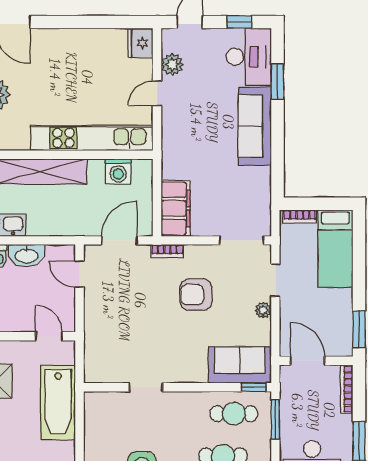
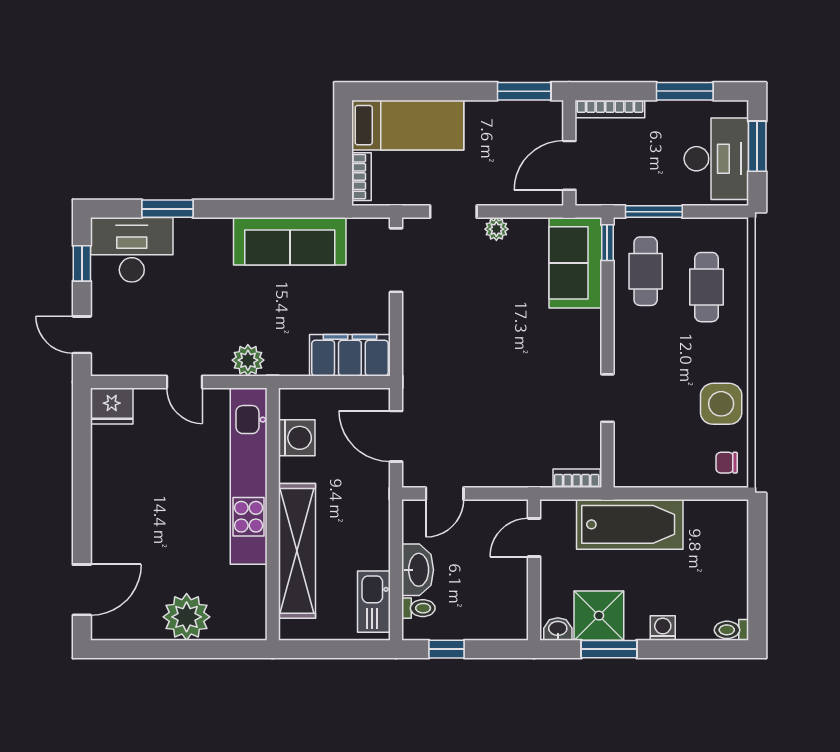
plant: (172, 64) -> (248, 360), moved
sofa: (255, 126) -> (290, 241), moved
bookcase: (167, 251) -> (577, 478), moved, turned -90
armchair: (196, 295) -> (474, 326), removed

